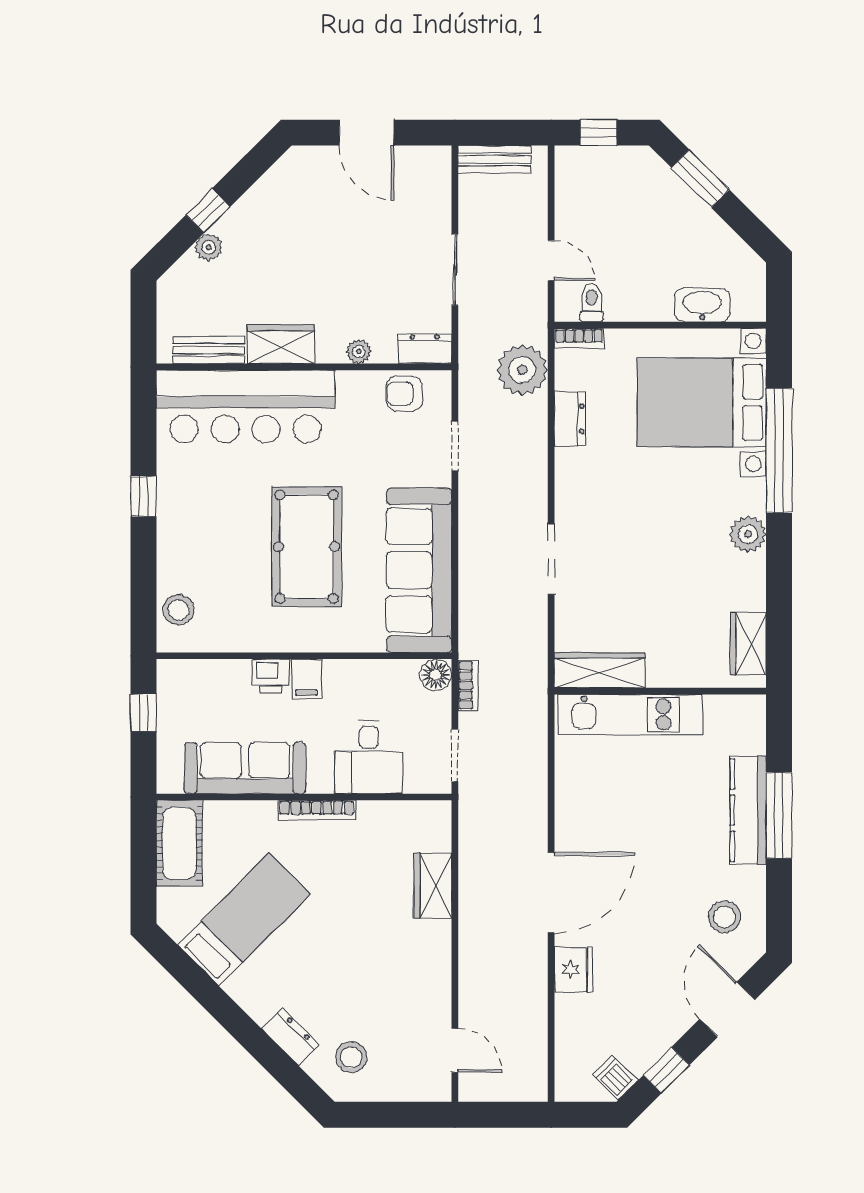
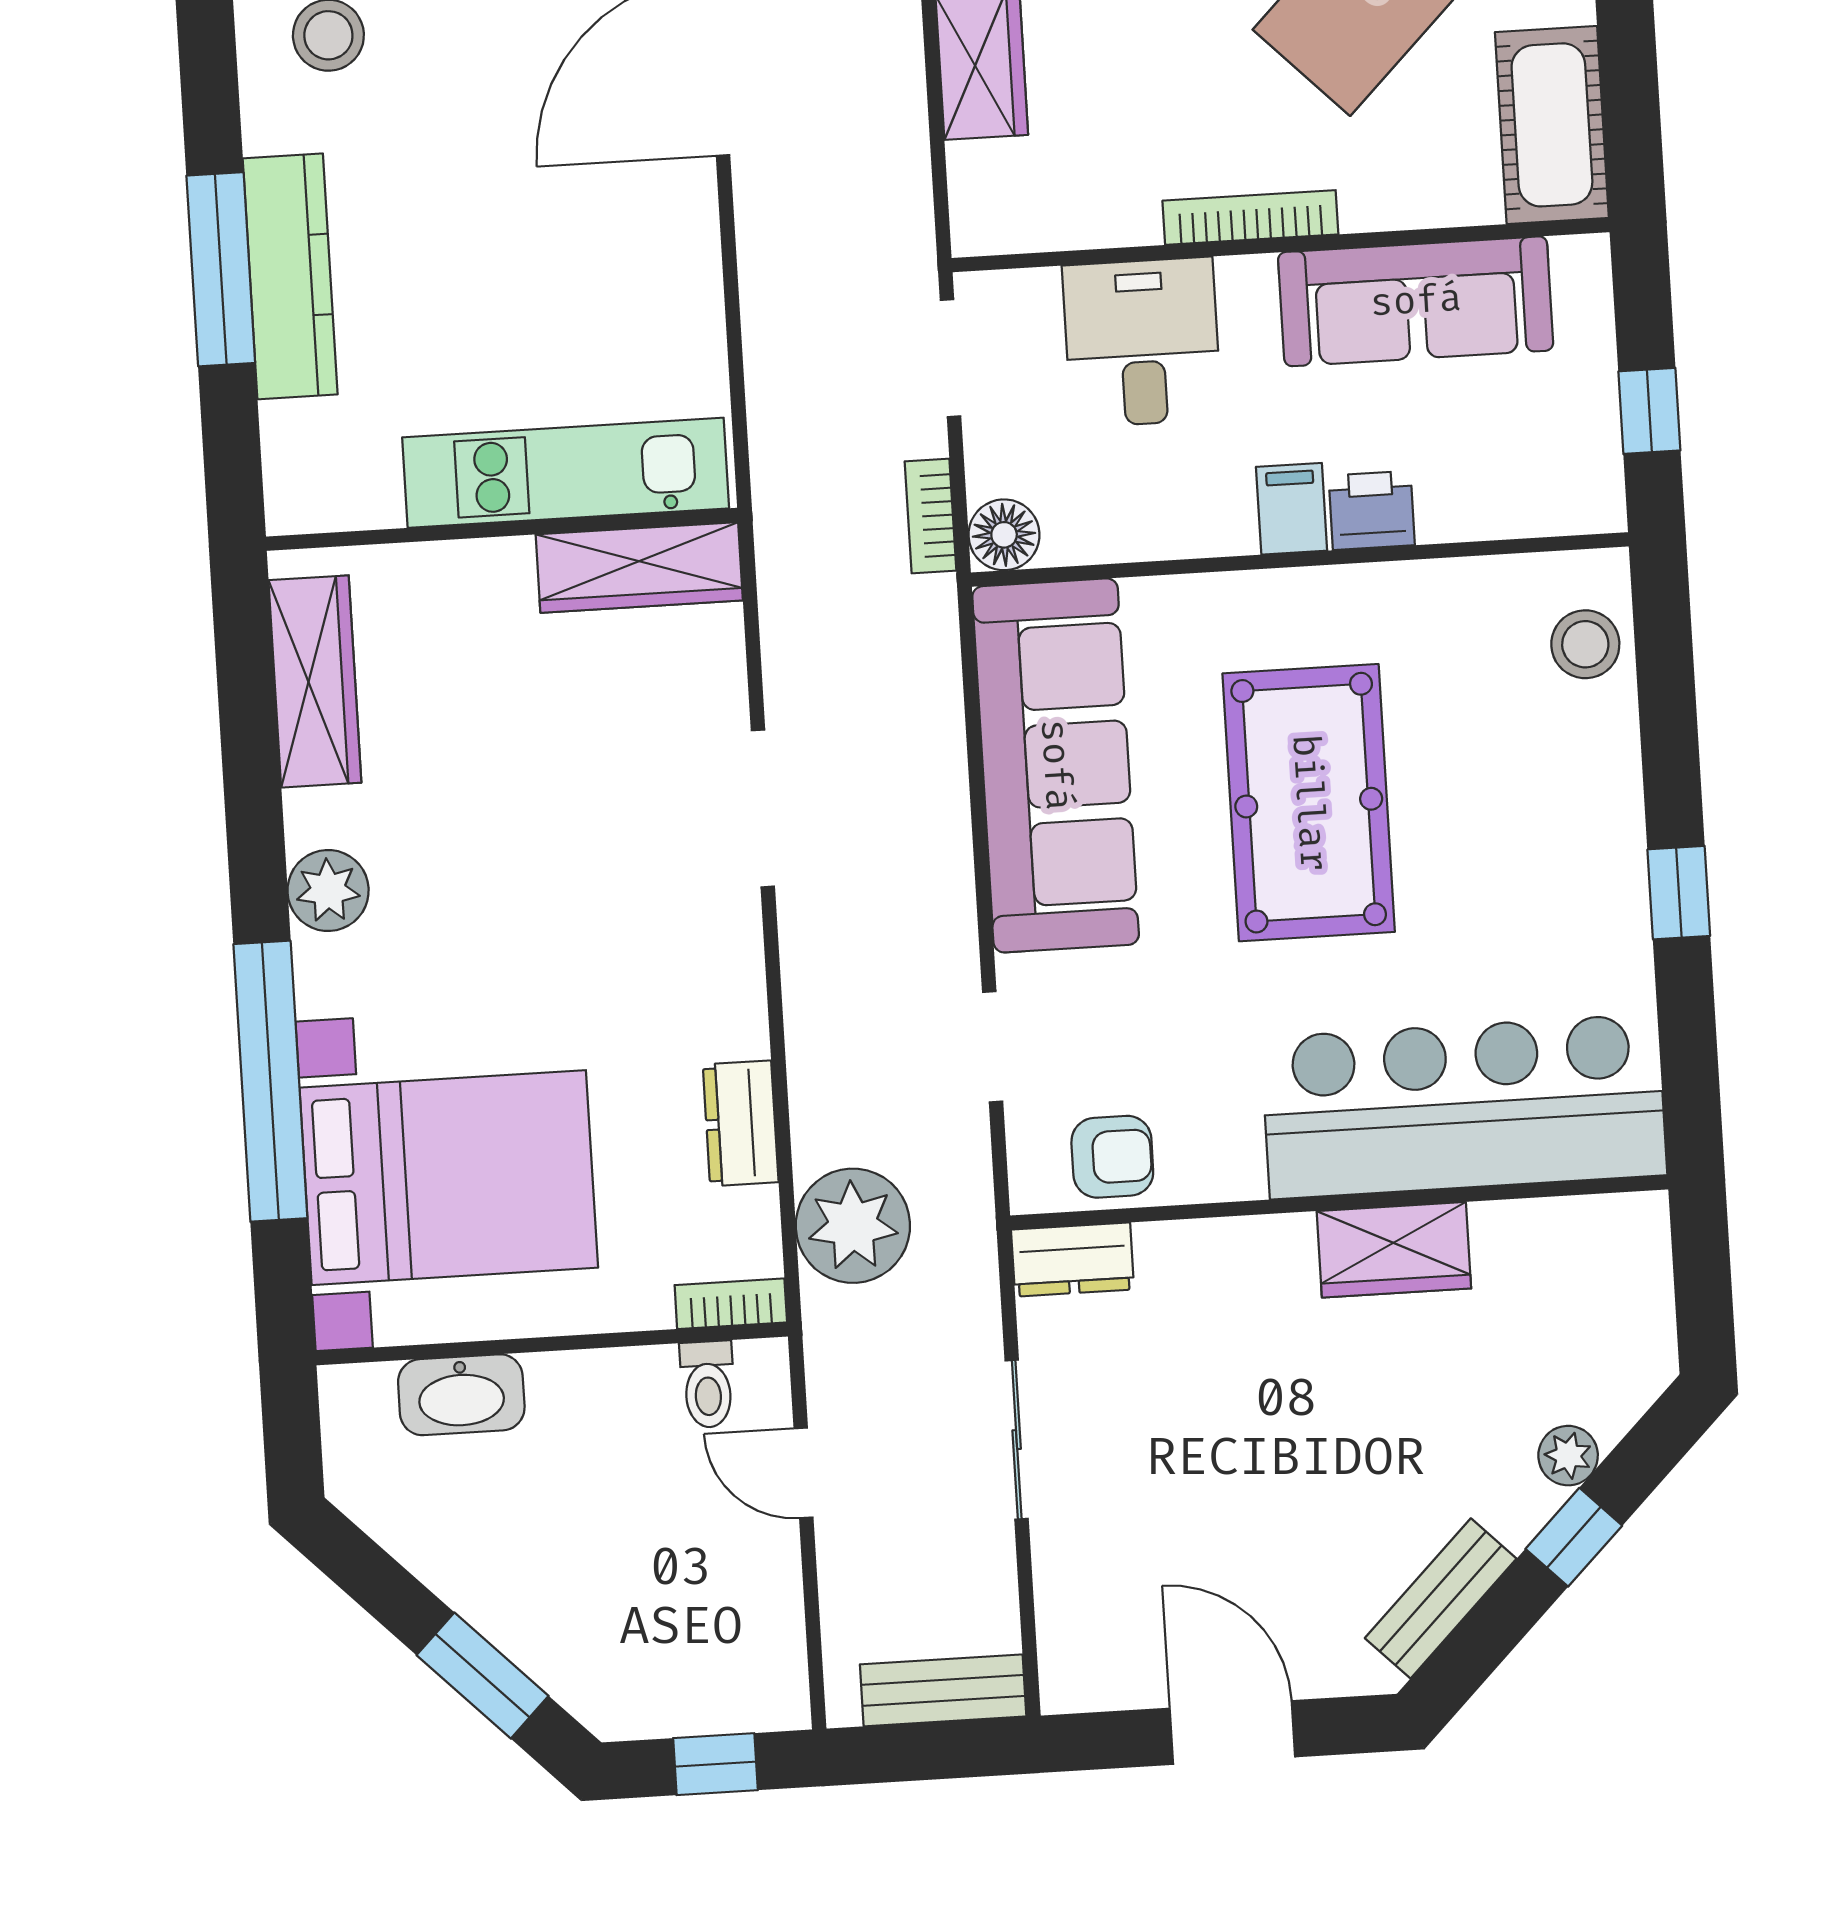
bench: (209, 350) -> (1441, 1598), moved, turned -45
plant: (359, 351) -> (1220, 1244), removed
wardrobe: (748, 644) -> (315, 681), width x1.50

